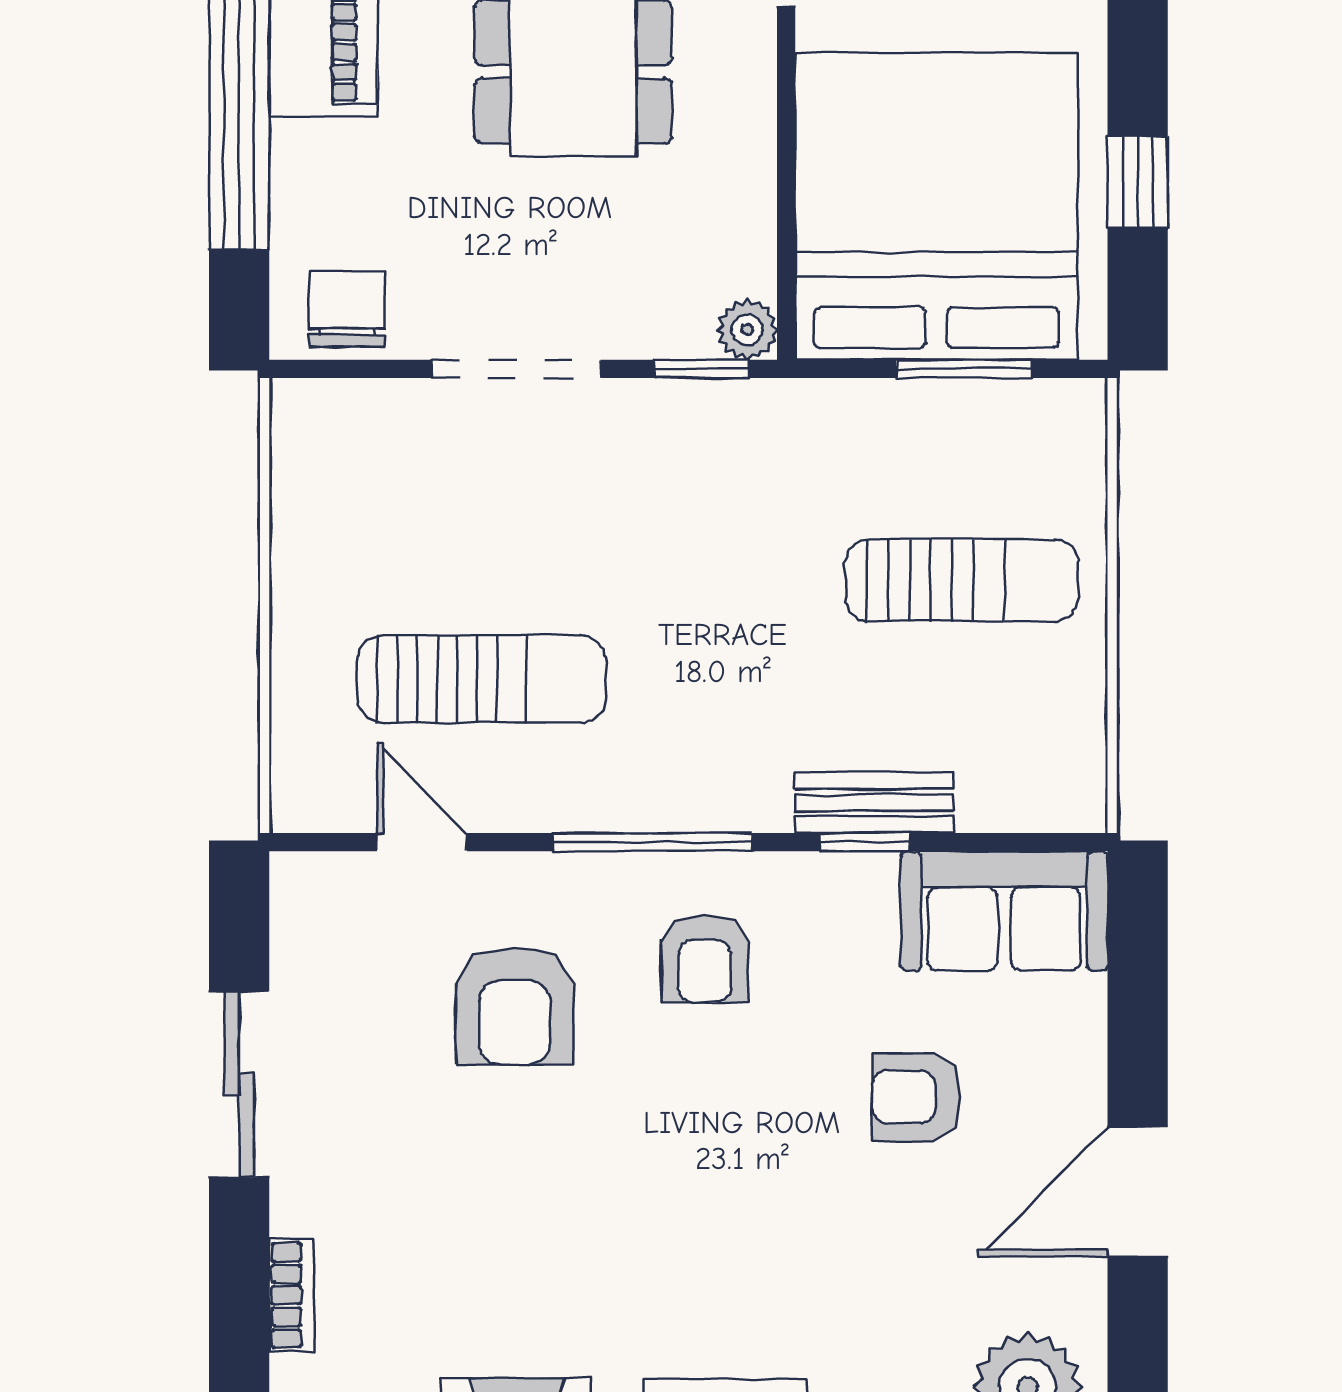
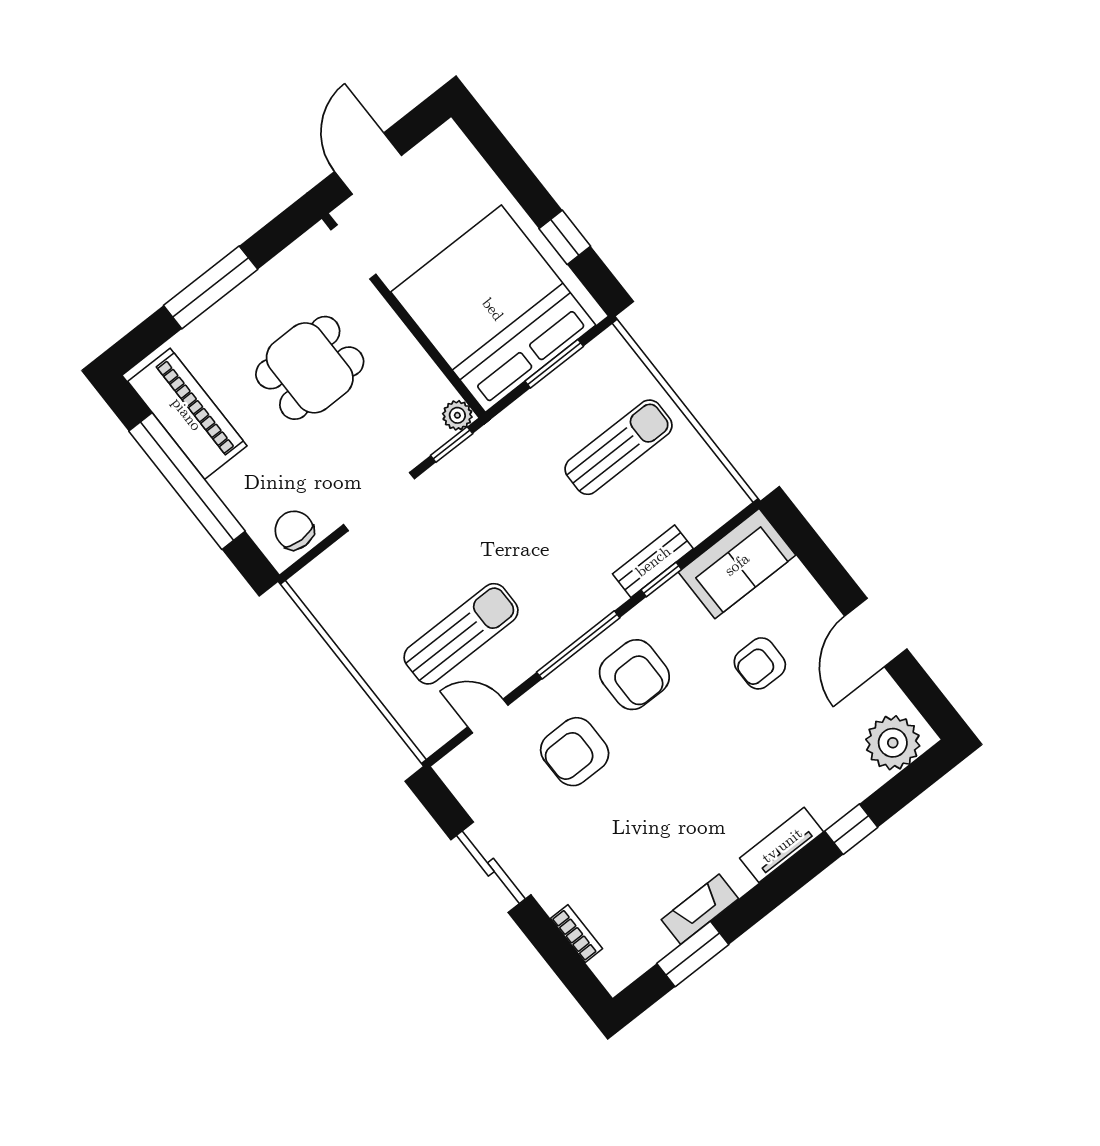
armchair: (705, 959) -> (634, 675), width x1.38, depth x1.38
armchair: (515, 1006) -> (575, 752), turned 90

